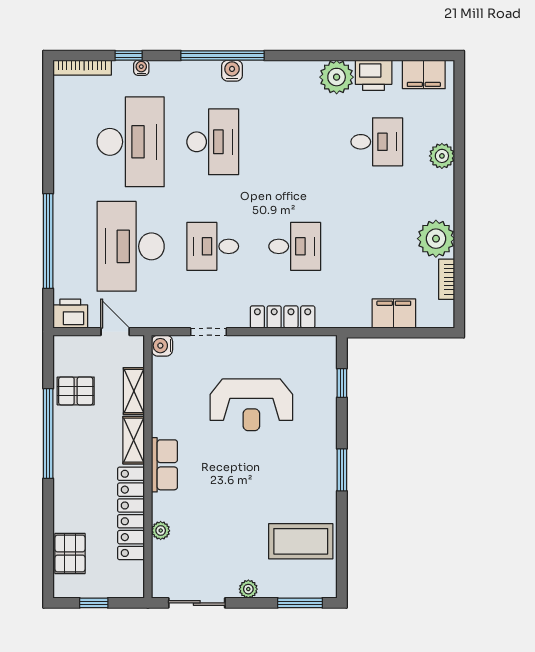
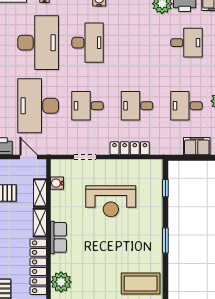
desk: (295, 246) -> (137, 106), turned 180
desk: (377, 246) -> (186, 106), added
water cooler: (162, 346) -> (57, 183), moved
plant: (161, 531) -> (61, 282), width x1.88, depth x1.88

